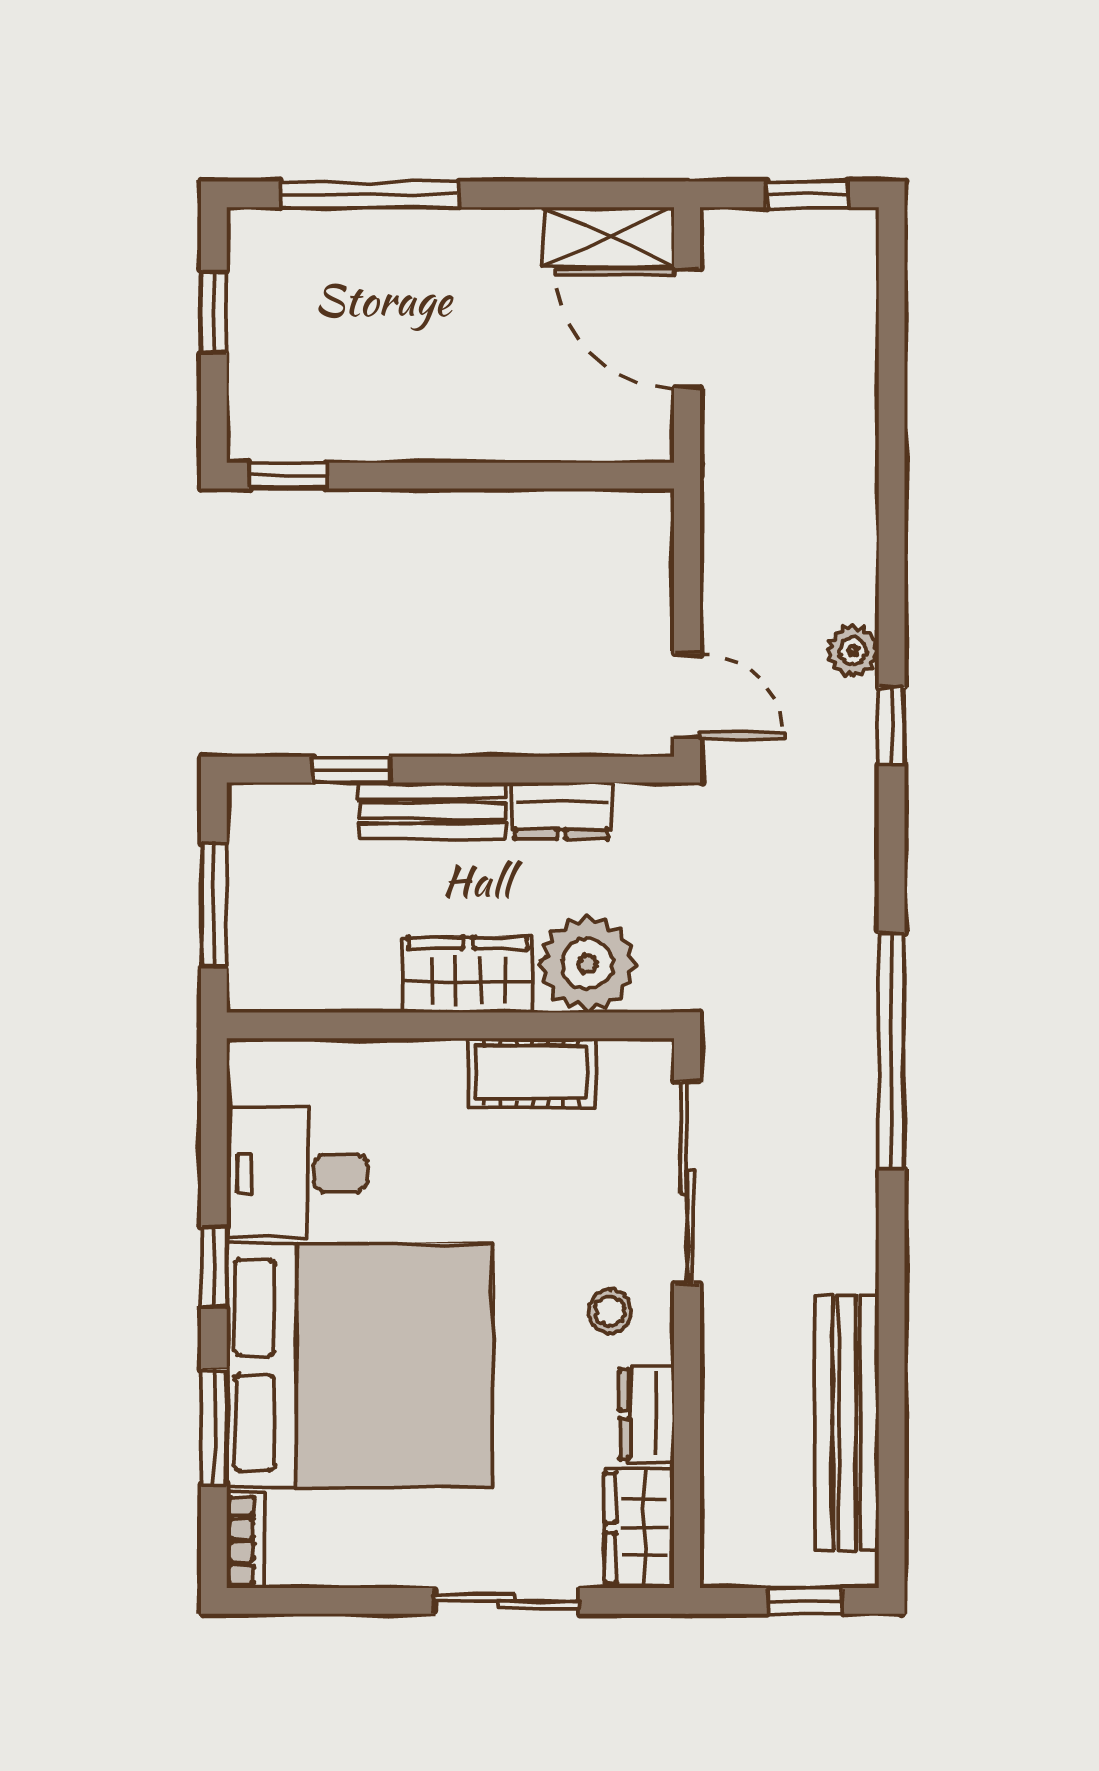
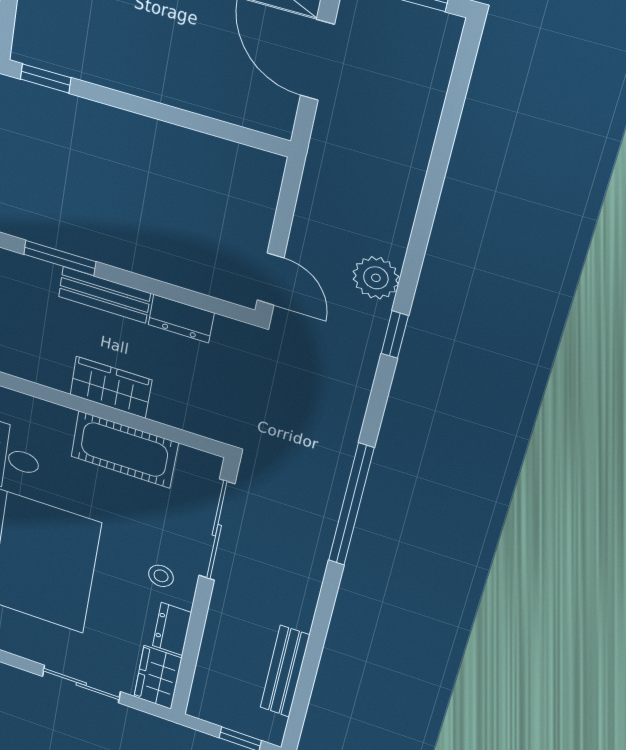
plant: (853, 651) -> (376, 278), width x1.38, depth x1.38
window: (351, 770) -> (60, 258), width x1.50
plant: (587, 964) -> (181, 404), removed
cot: (532, 1073) -> (124, 450), width x1.37, depth x1.34
bench: (847, 1423) -> (285, 672), width x0.73, depth x0.82

